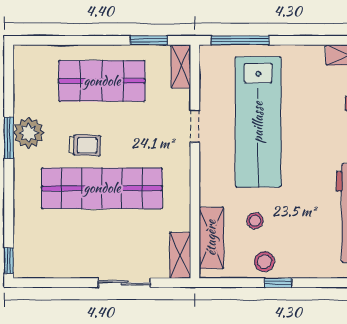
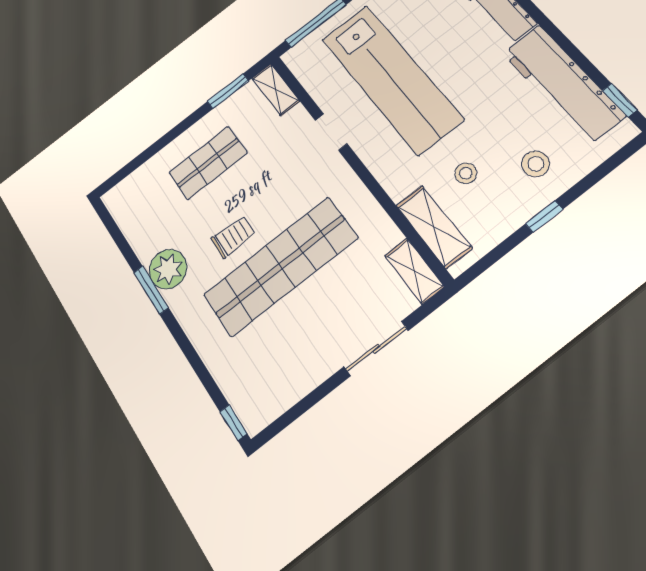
shop shelf: (102, 81) -> (208, 163), width x0.70, depth x0.74
stool: (264, 262) -> (536, 164), moved

